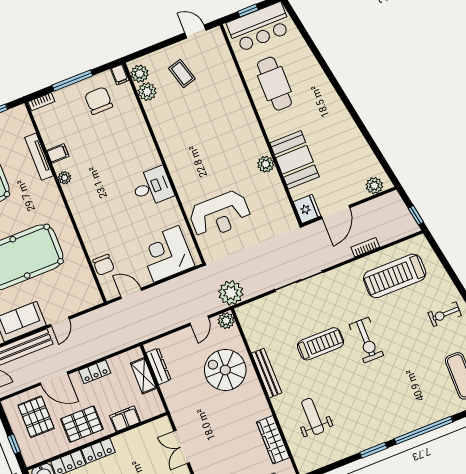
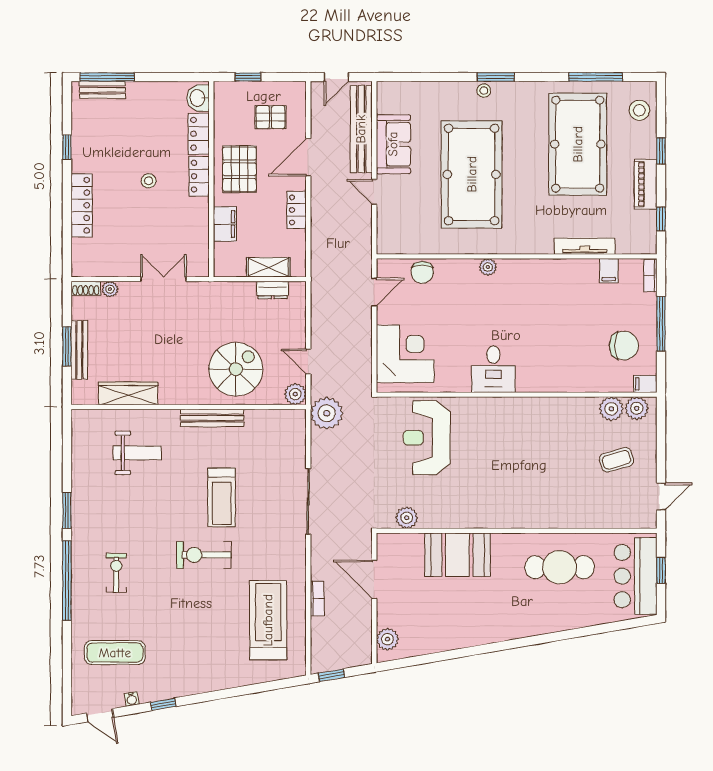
filing cabinet: (58, 153) -> (609, 271), moved
plant: (266, 164) -> (407, 518), moved
plant: (65, 178) -> (488, 267), moved
fridge: (307, 209) -> (392, 546), removed
chair: (104, 265) -> (422, 272), turned -90
exercise bike: (445, 314) -> (116, 573), moved
dresser: (159, 366) -> (273, 290), width x0.70
pallet: (36, 417) -> (270, 117), width x0.67, depth x0.71

